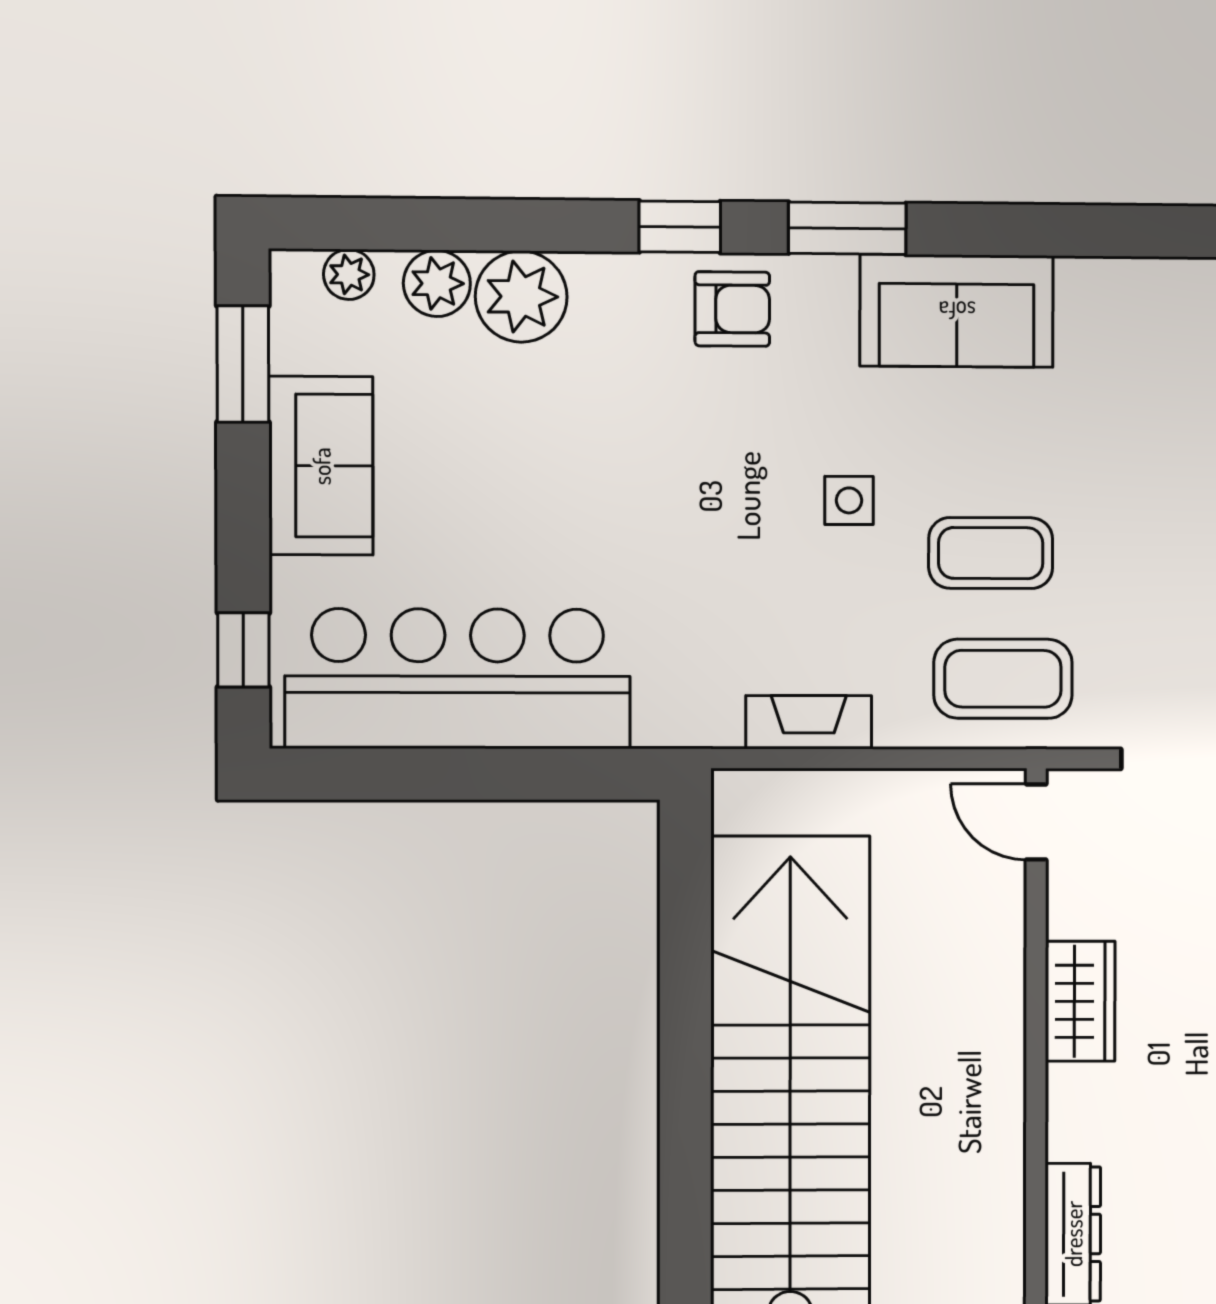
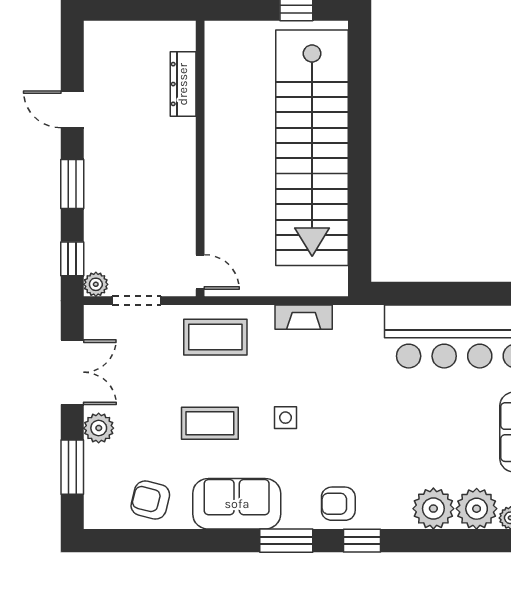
plant: (437, 283) -> (477, 509), width x1.36, depth x1.36
armchair: (1146, 320) -> (150, 500), added
coffee table: (991, 553) -> (210, 423), moved
wardrobe: (1080, 1001) -> (180, 190), removed

